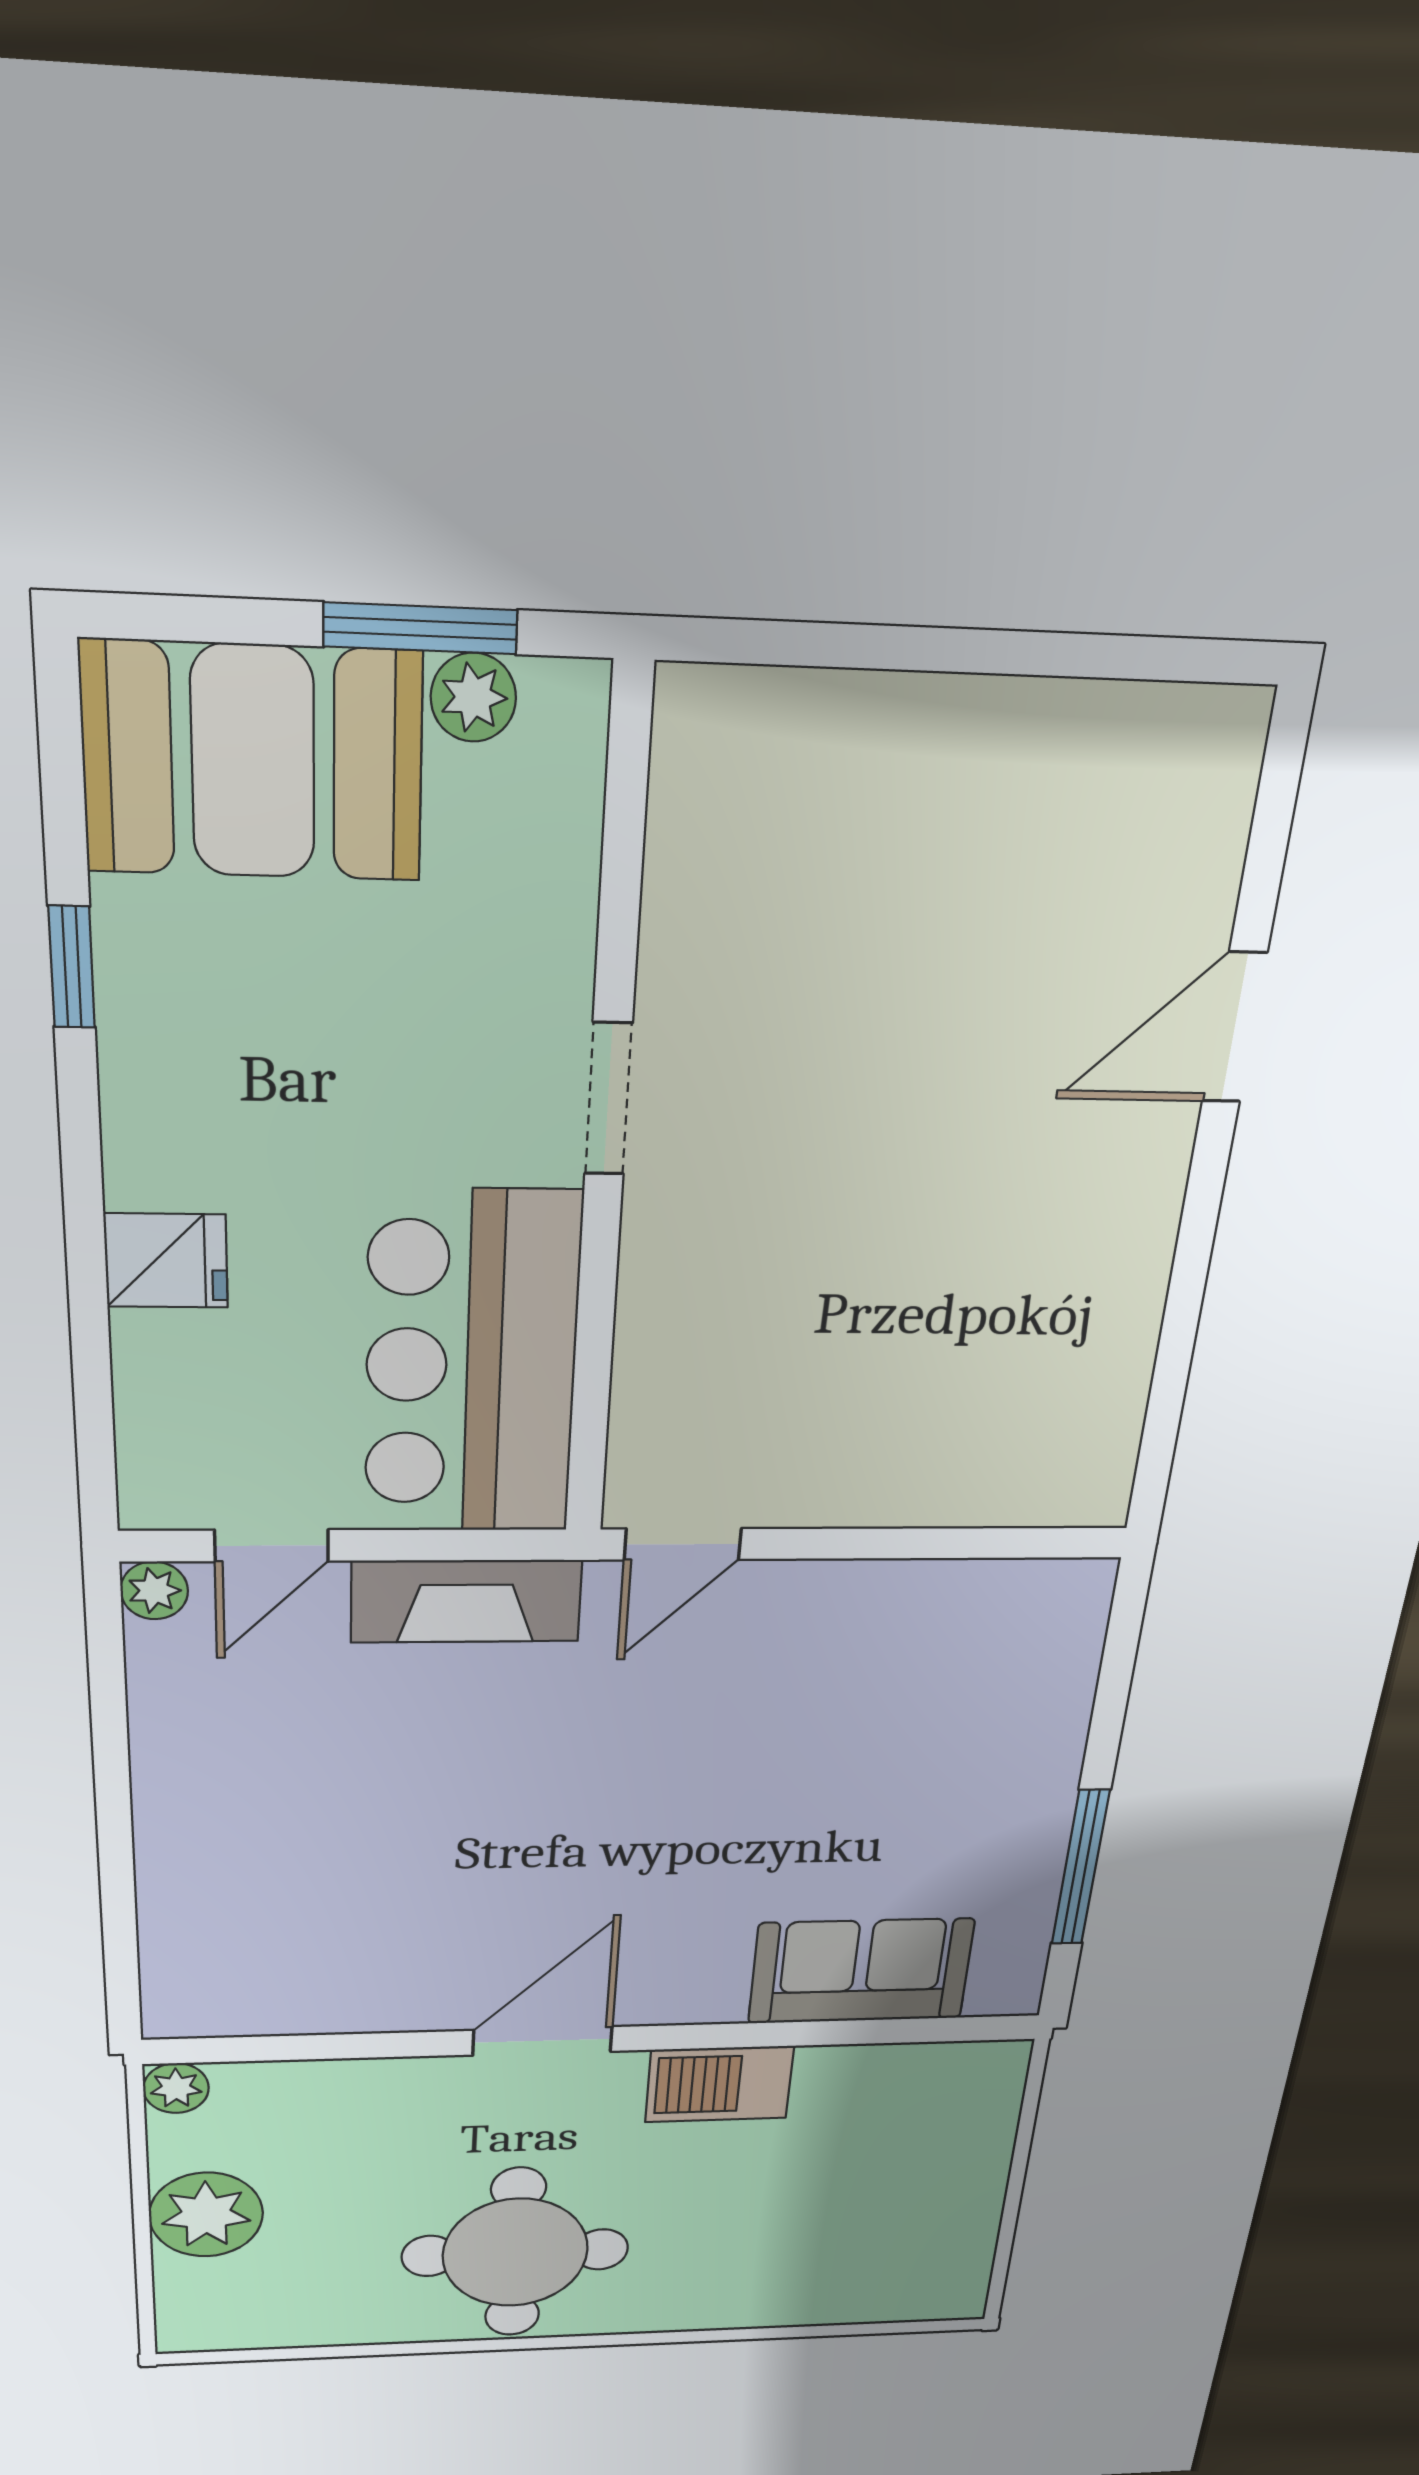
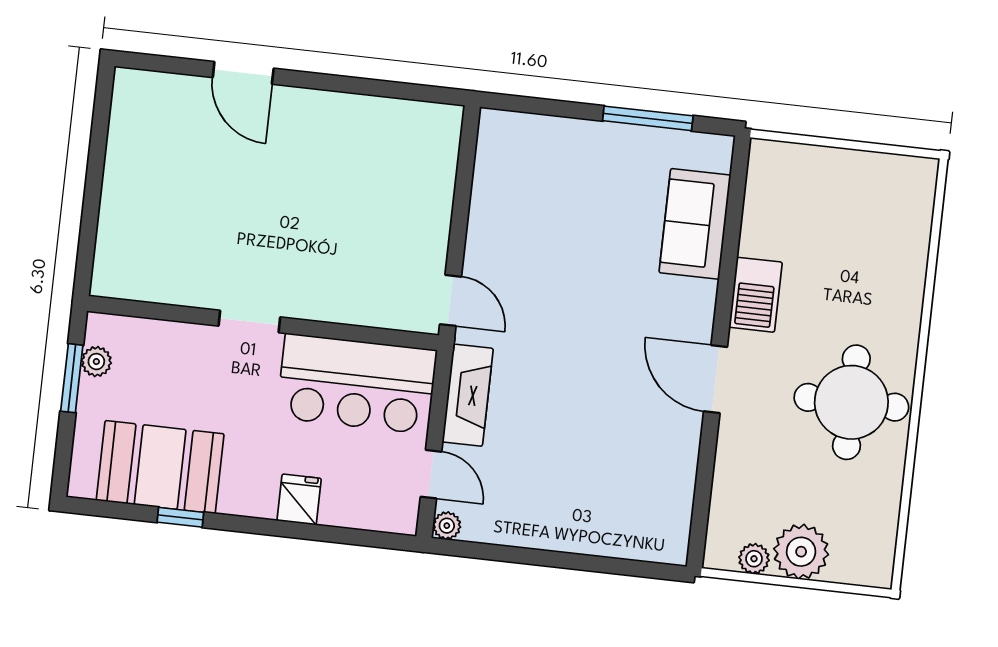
booth: (253, 762) -> (160, 467), moved, turned 90
plant: (176, 2088) -> (754, 559), moved

